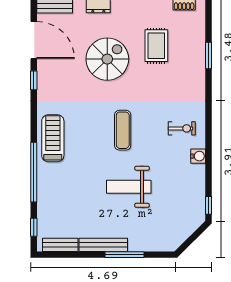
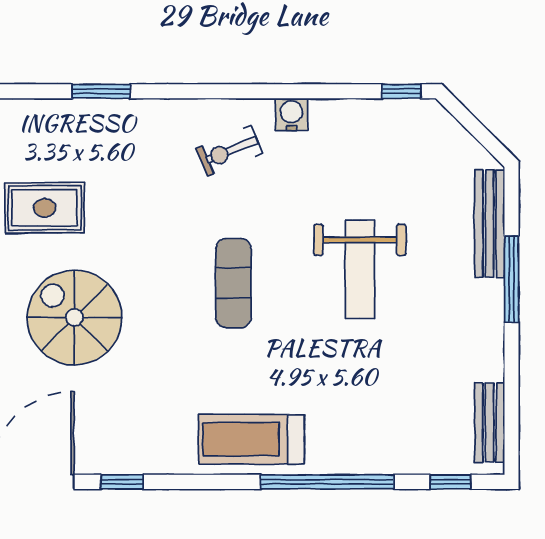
window: (208, 55) -> (101, 91), moved
exercise bike: (182, 128) -> (229, 151), turned -113
exercise mat: (123, 130) -> (233, 283), turned 90
bench: (103, 245) -> (490, 224), moved

